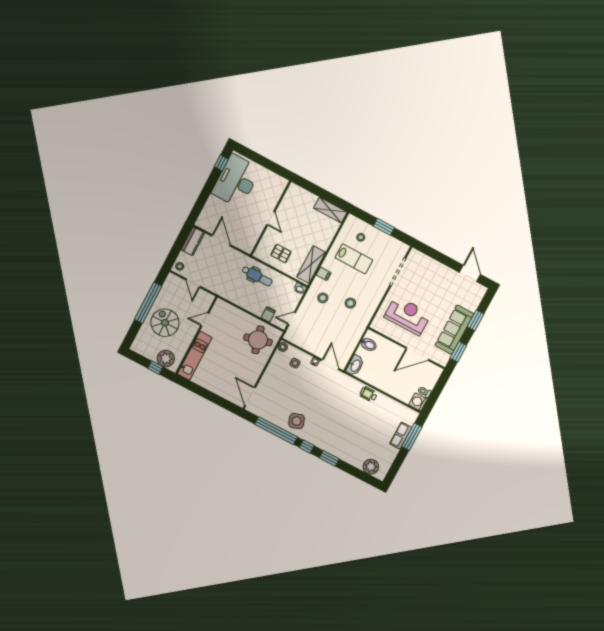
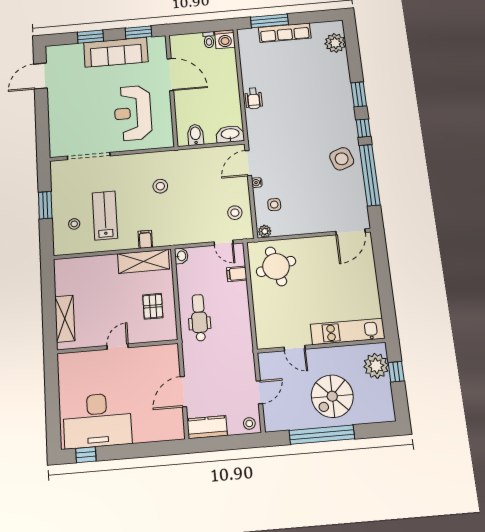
shelving: (330, 210) -> (65, 319), moved
stool: (323, 298) -> (235, 213), moved
row of seats: (401, 436) -> (285, 33), width x1.48

